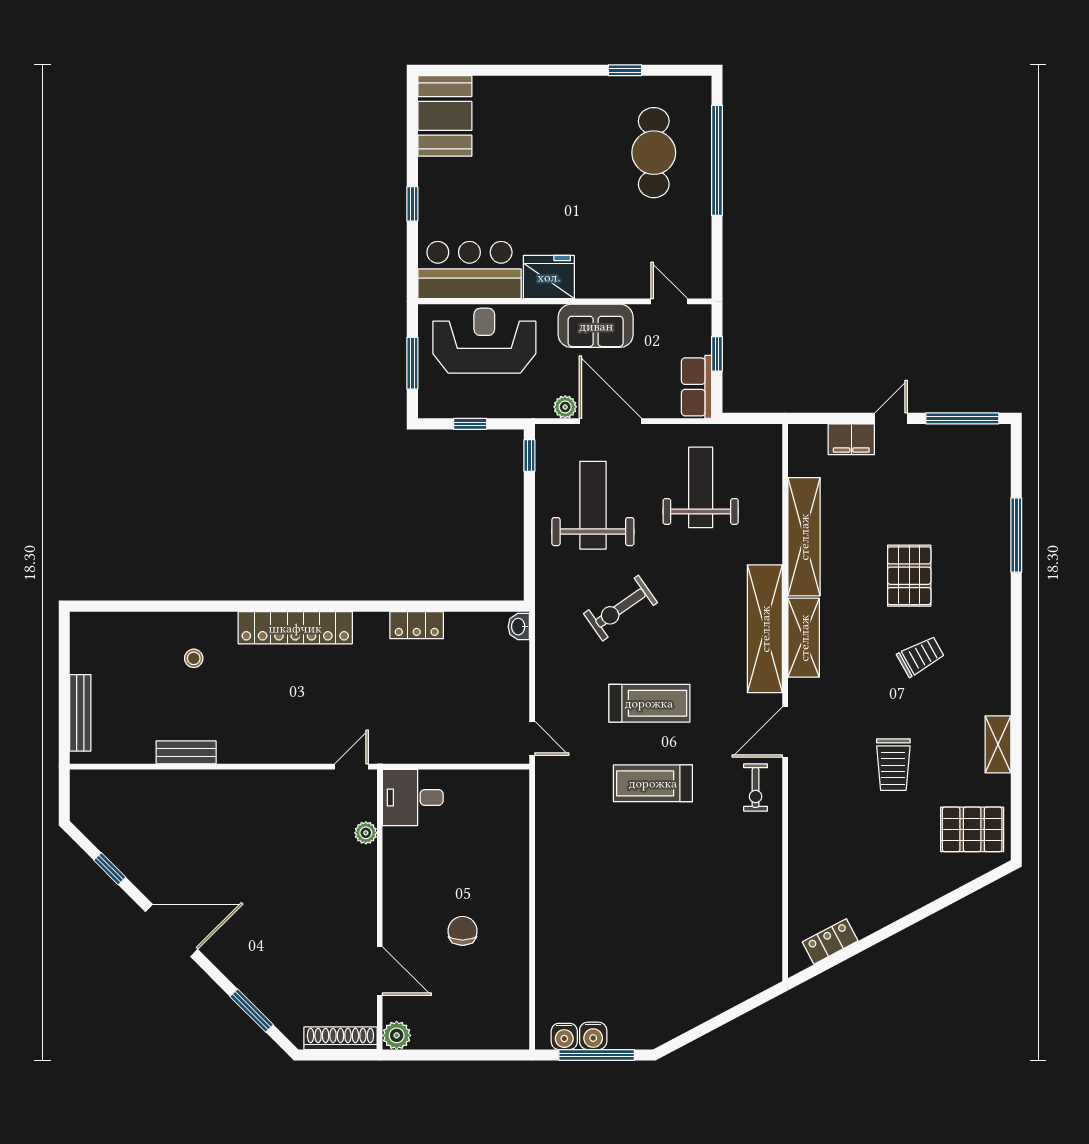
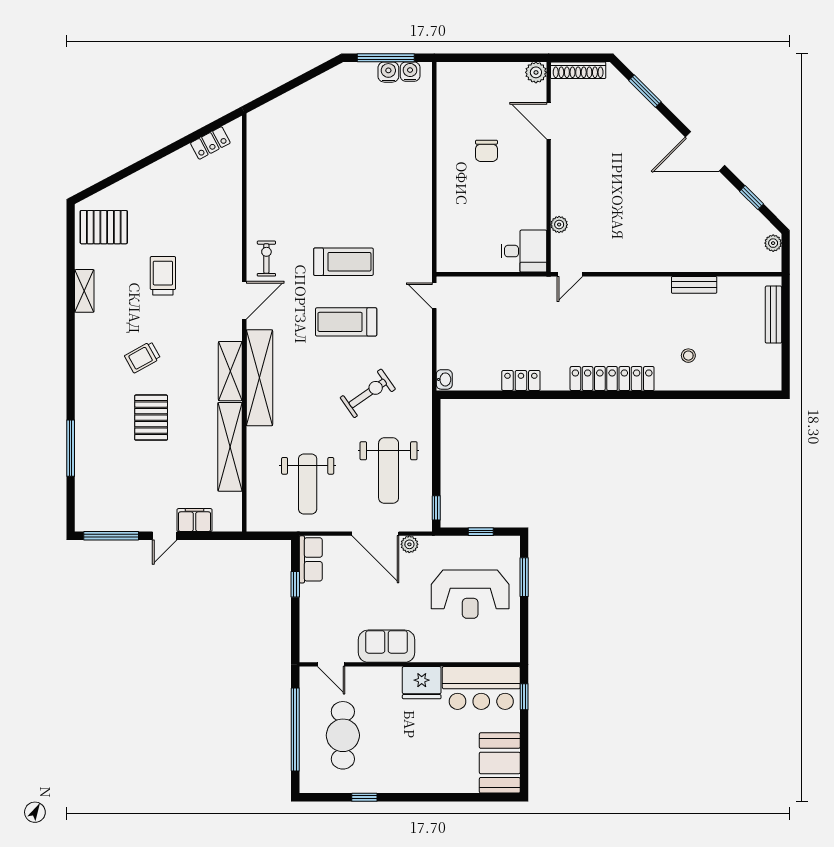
bar counter: (469, 270) -> (481, 688), moved
fridge: (549, 277) -> (422, 683), moved
wall: (565, 301) -> (410, 664), moved
door: (669, 301) -> (331, 664), moved
sofa: (596, 326) -> (387, 646), moved
plant: (81, 808) -> (773, 243), added

